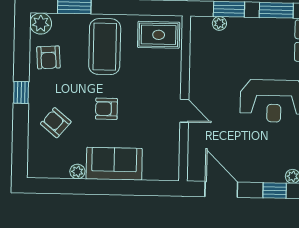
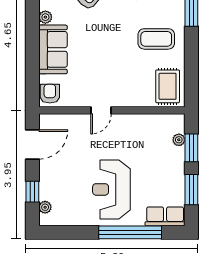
coffee table: (105, 47) -> (156, 39), width x0.73, depth x0.76
armchair: (106, 109) -> (50, 94), moved

